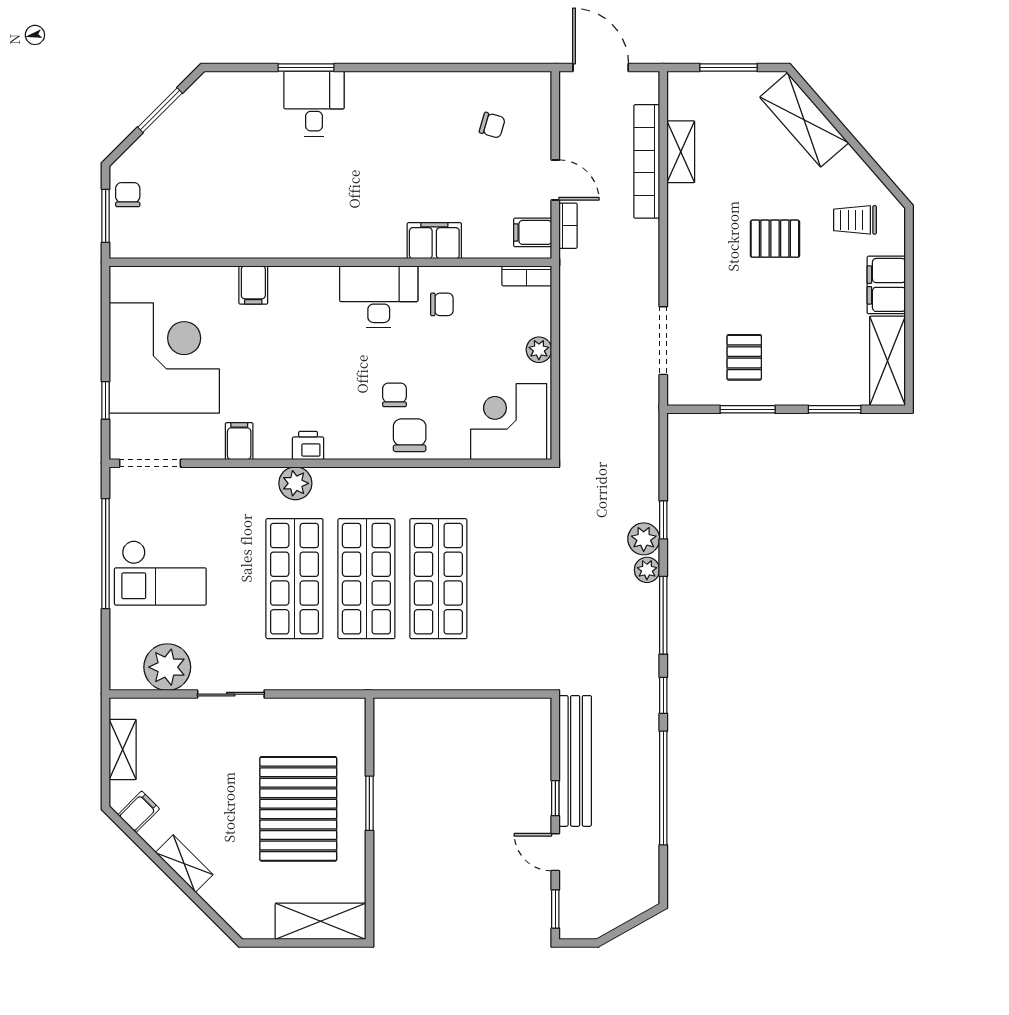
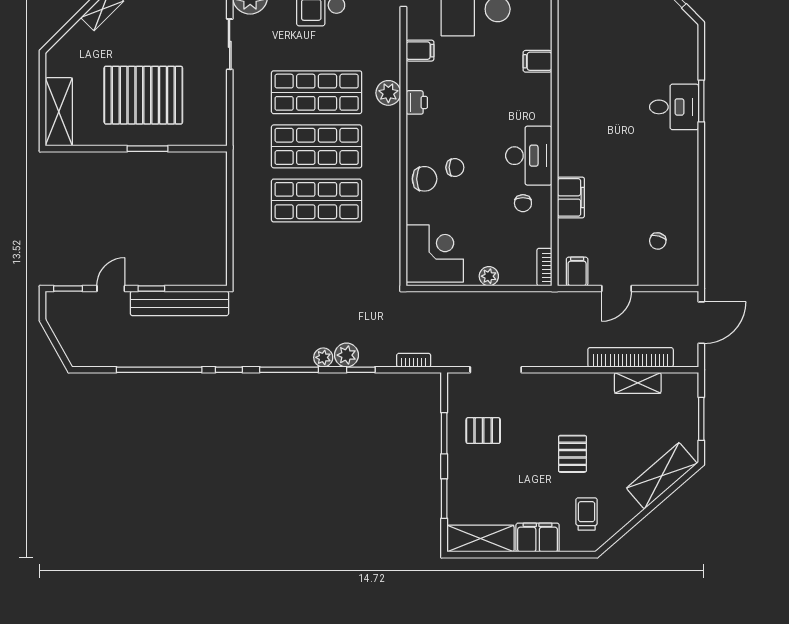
bookcase: (568, 226) -> (414, 360), moved, turned 180

